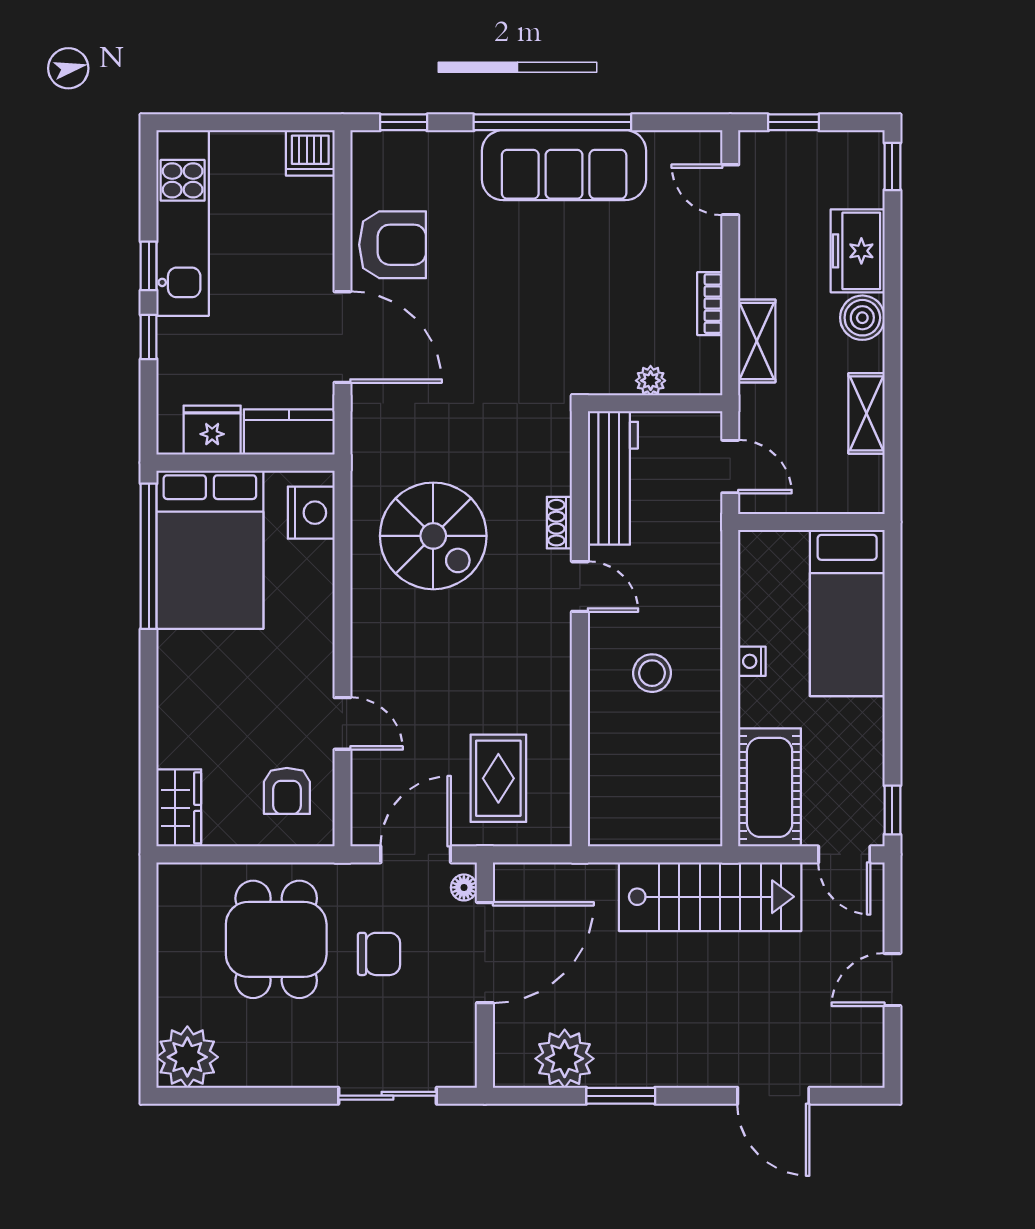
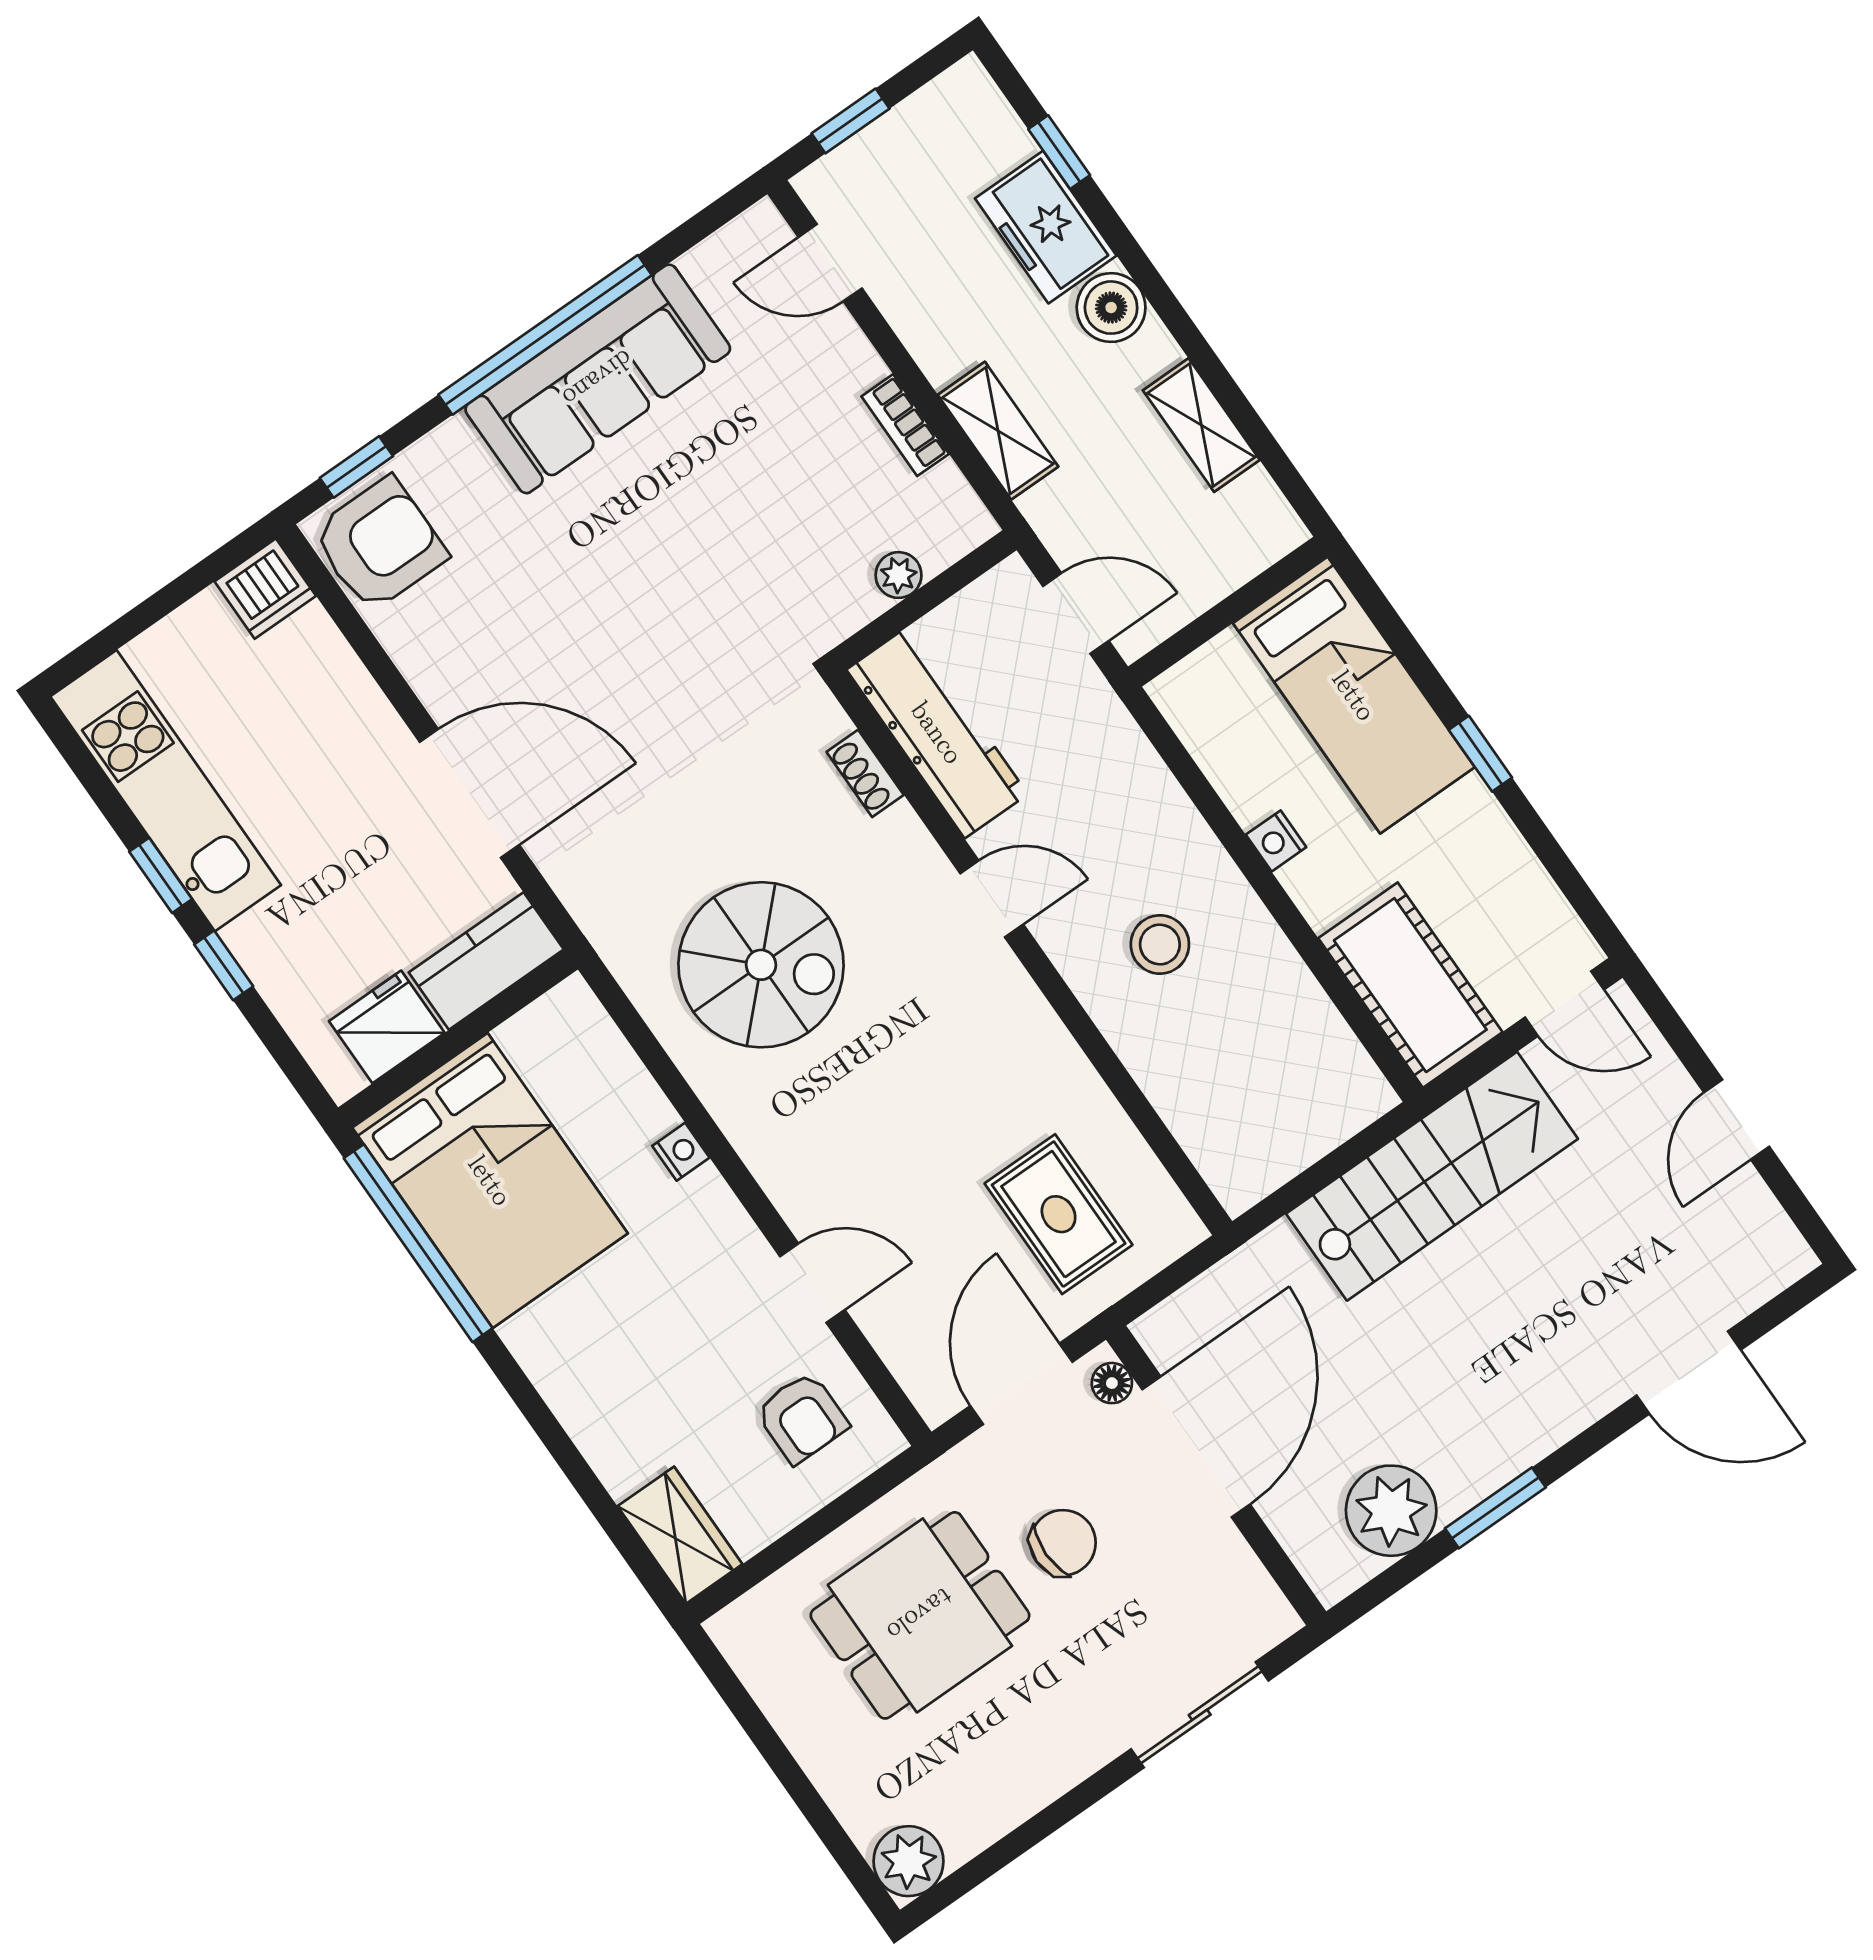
window: (892, 166) -> (1059, 152), moved
armchair: (392, 245) -> (380, 544), moved
nightstand: (311, 513) -> (681, 1152), moved, width x0.53, depth x0.56
shoe rack: (559, 523) -> (865, 773), moved
window: (892, 810) -> (1480, 754), moved
dining table: (276, 939) -> (920, 1615), turned 90
plant: (187, 1057) -> (909, 1861), width x0.73, depth x0.73

